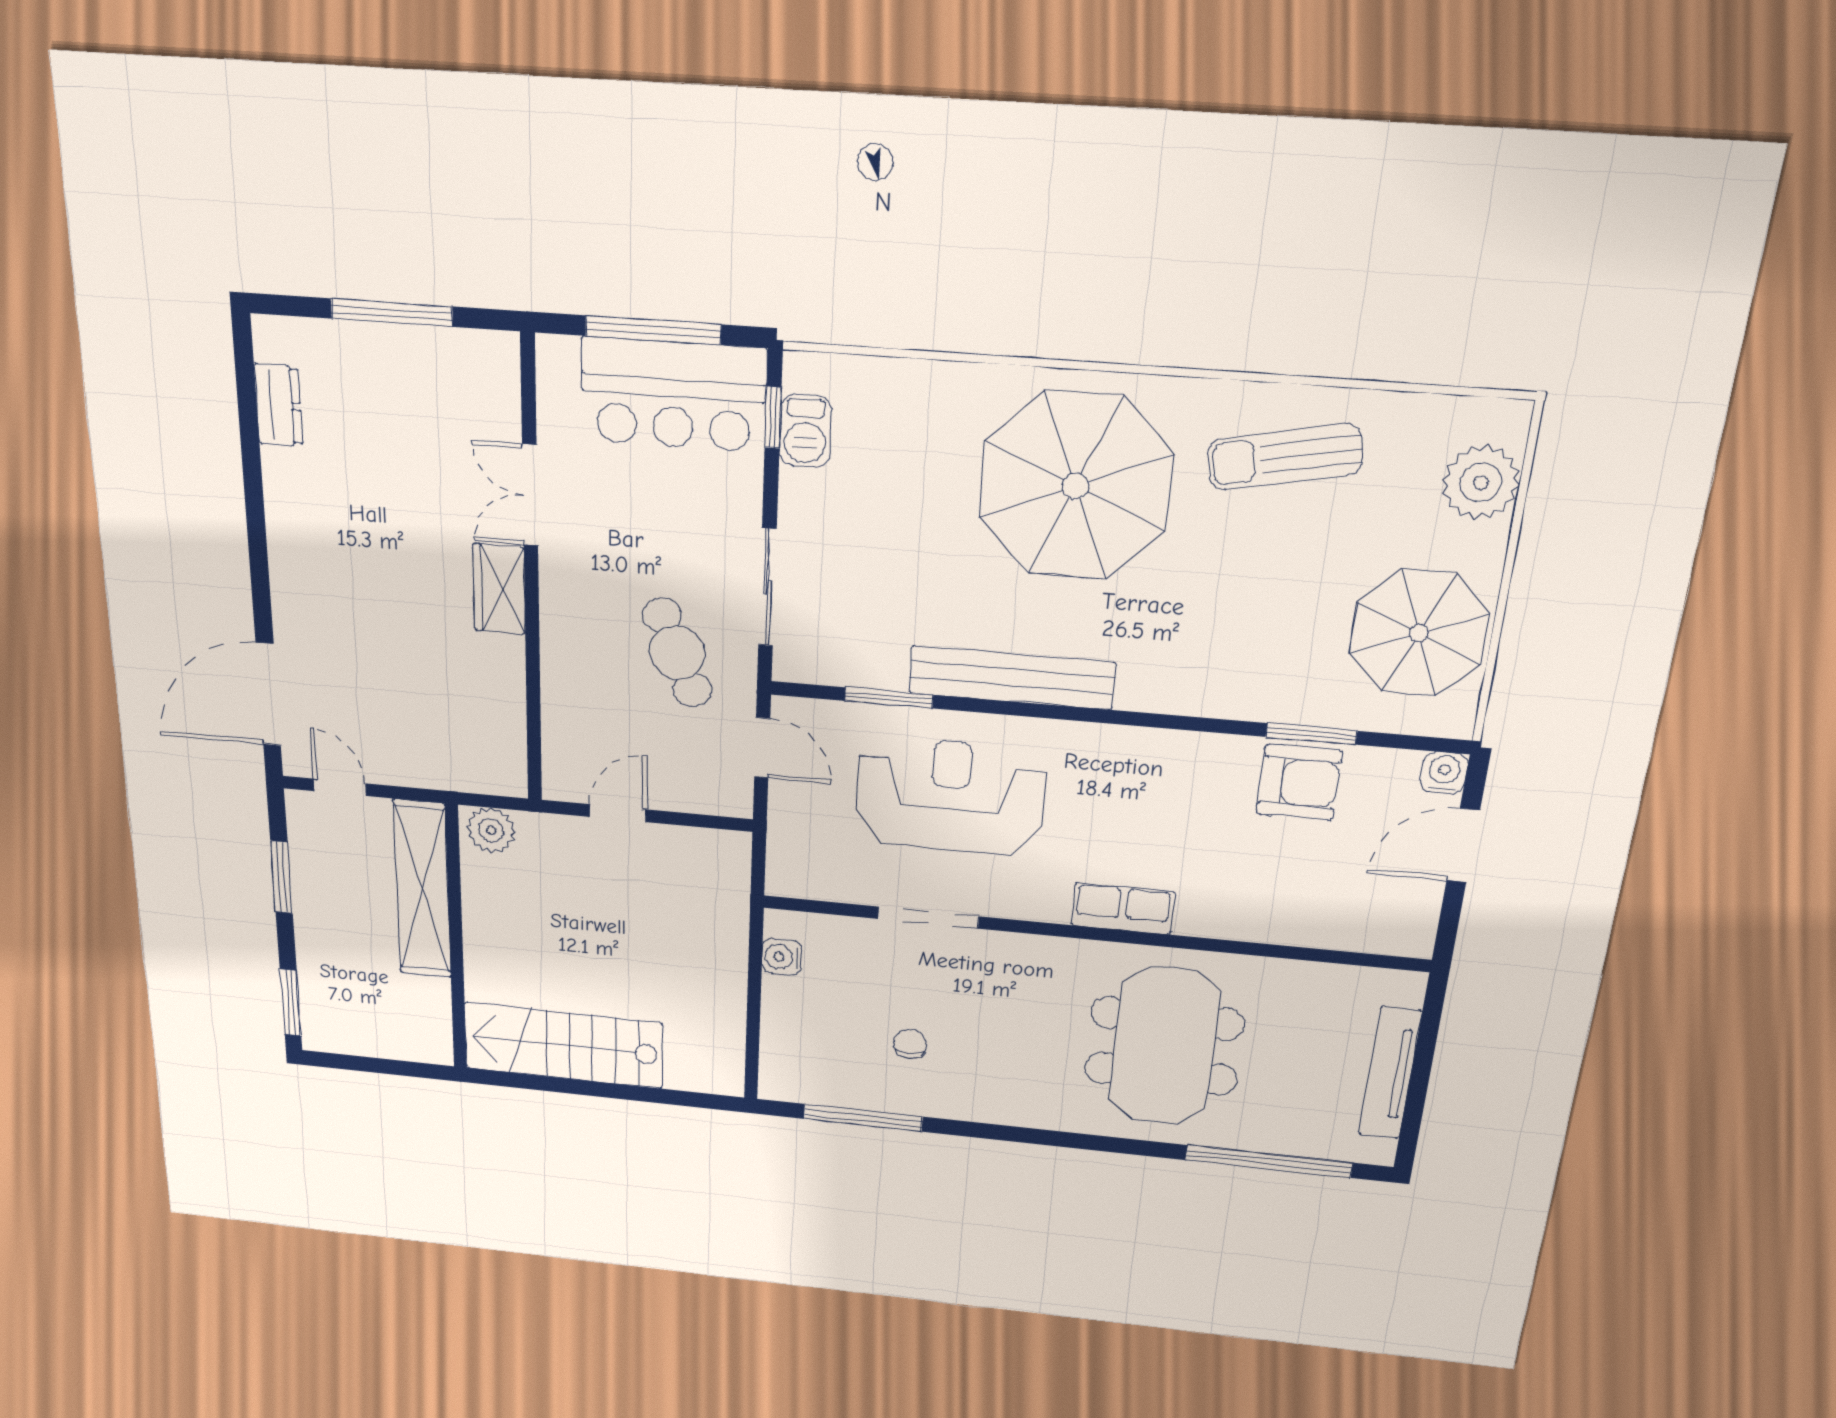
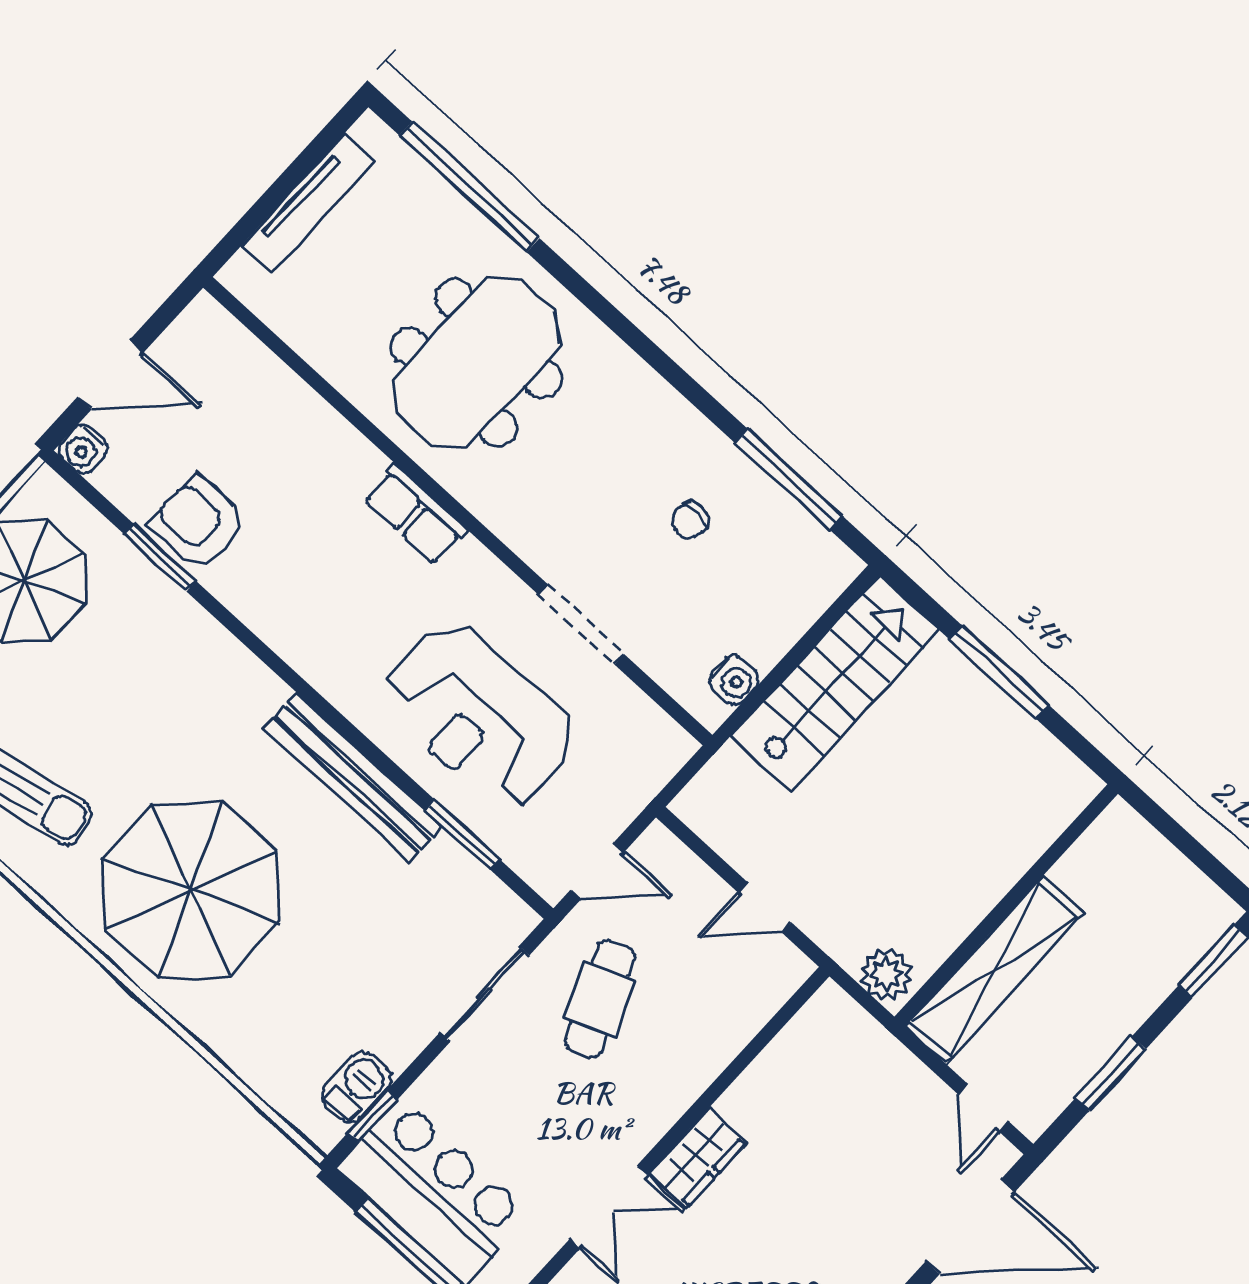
door: (762, 748) -> (597, 871), swing flipped
stairs: (563, 1045) -> (835, 683), moved, turned -90
window: (605, 1090) -> (999, 672), added

